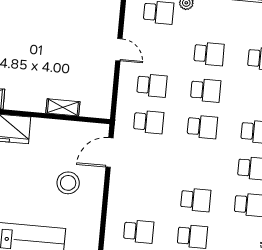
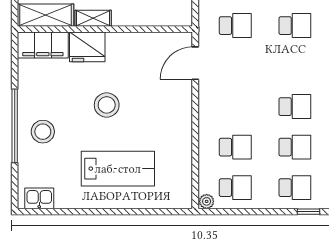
shelving: (63, 107) -> (93, 18), moved
stool: (68, 183) -> (107, 105), moved

